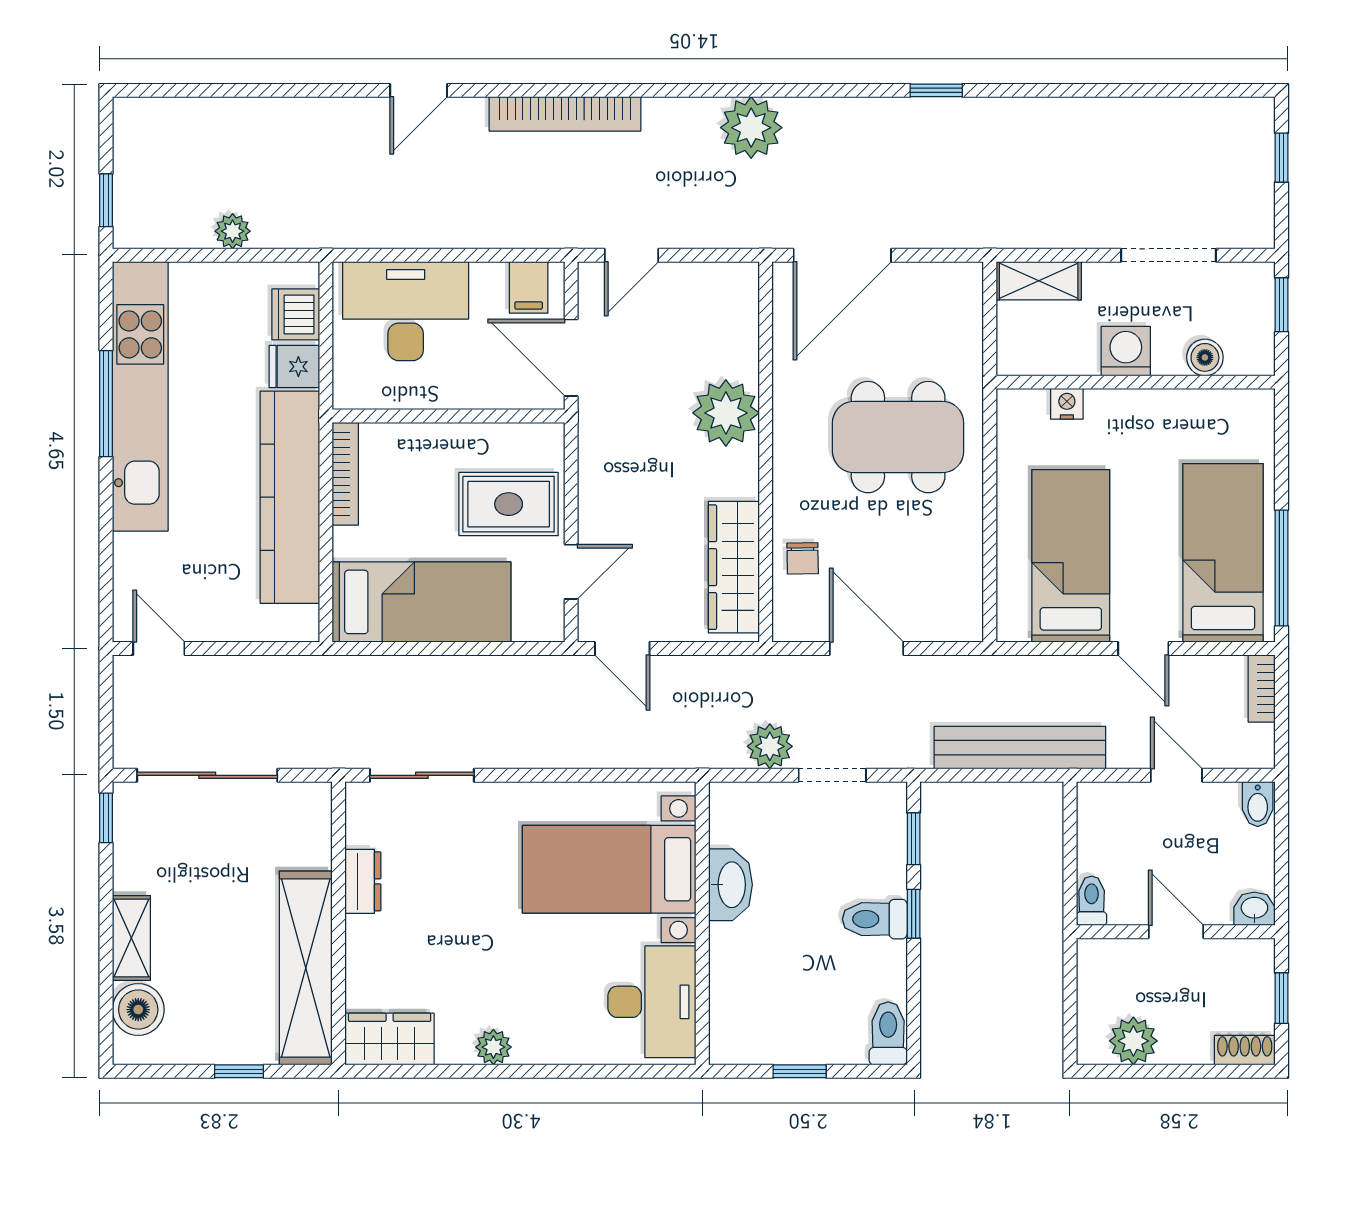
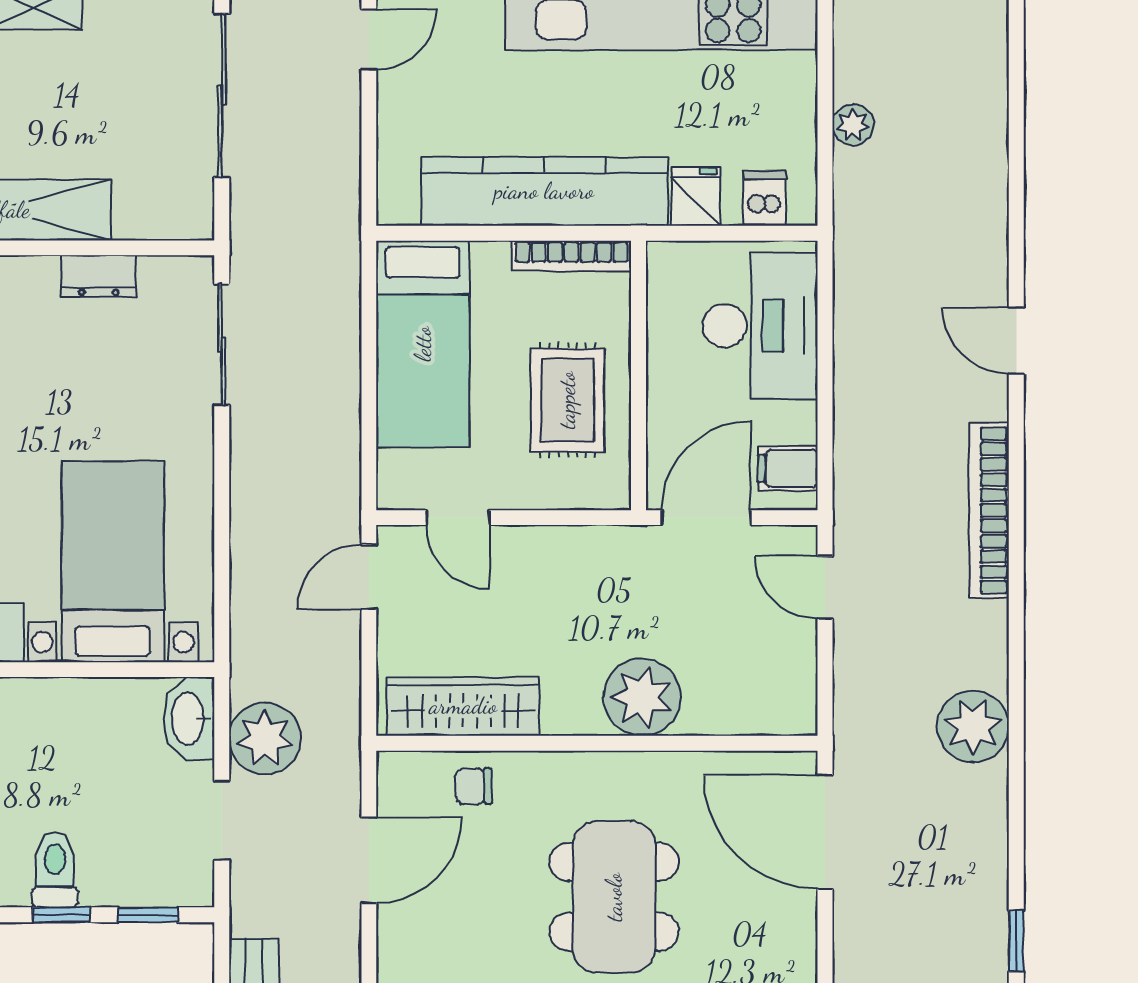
dishwasher: (296, 314) -> (764, 198), width x0.73
rug: (509, 504) -> (567, 400), moved
plant: (770, 746) -> (265, 738), width x1.36, depth x1.36
washbasin: (730, 885) -> (189, 719), moved, turned 90

